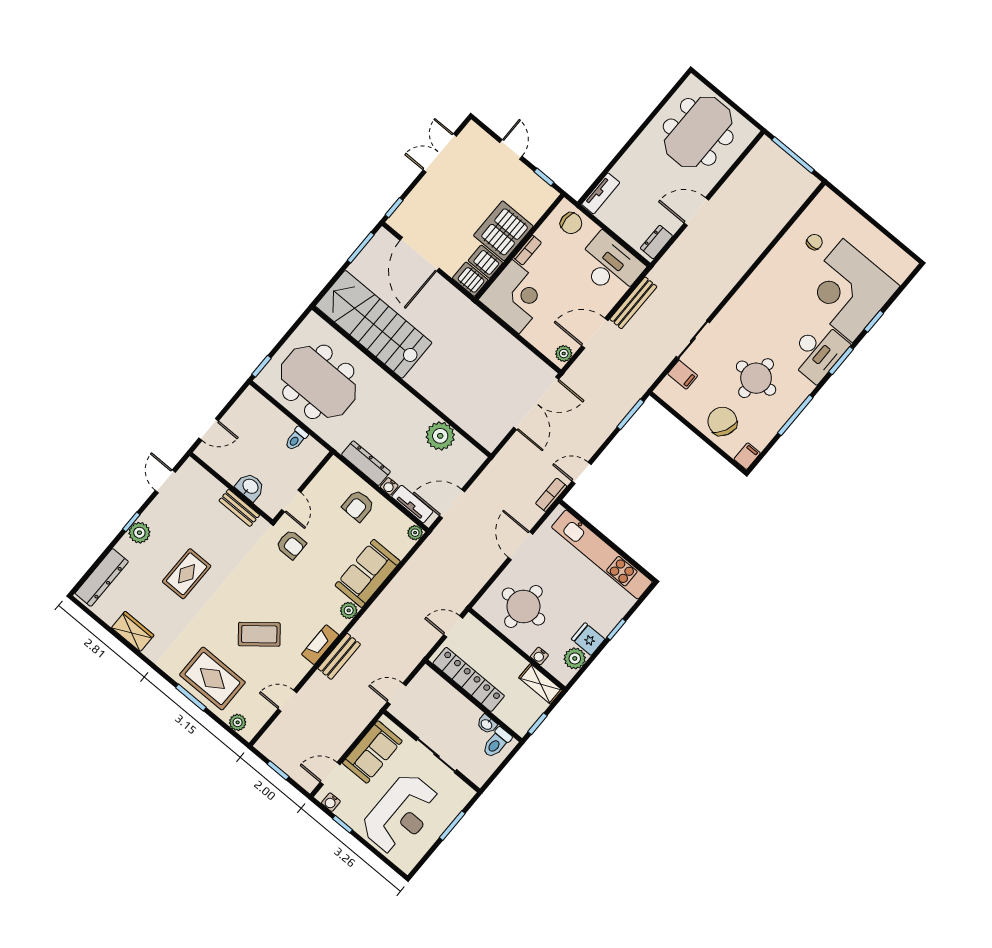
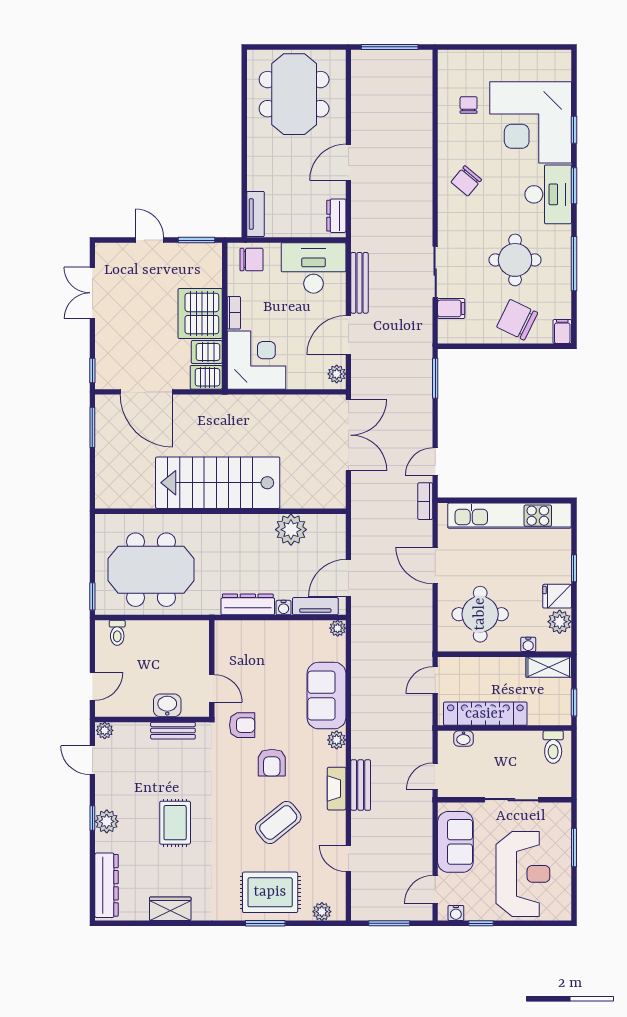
window: (544, 177) -> (196, 240), width x1.50
chair: (768, 294) -> (466, 181), added
stairs: (374, 324) -> (218, 483), moved
toilet: (296, 439) -> (117, 633), moved
plant: (191, 468) -> (105, 730), added
armchair: (358, 506) -> (272, 763), moved
door: (287, 701) -> (348, 859), hinge flipped
washbasin: (487, 724) -> (463, 738), moved
window: (278, 770) -> (389, 923), width x1.50

